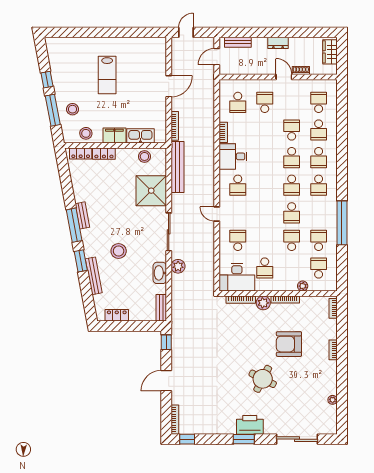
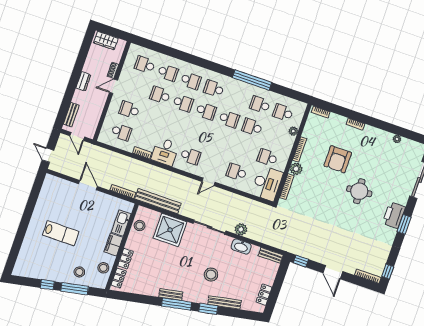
school desk: (319, 185) -> (214, 89), turned 180
school desk: (265, 268) -> (267, 157), turned 180
round table: (263, 379) -> (359, 191), turned -32

